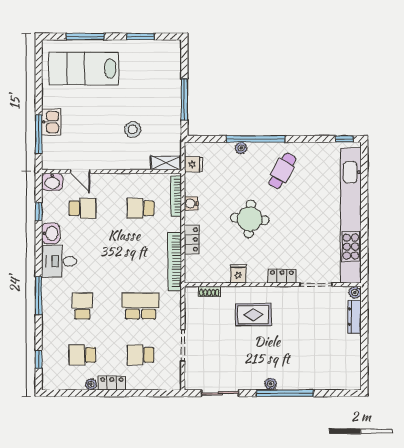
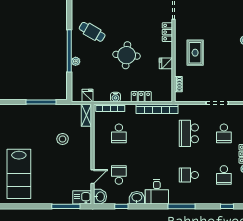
kitchen sink: (51, 122) -> (82, 197), moved

